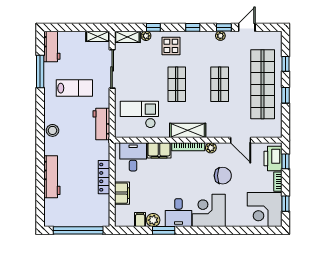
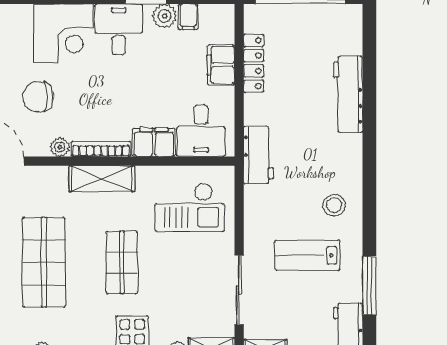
shop shelf: (220, 84) -> (44, 262), width x1.43, depth x1.36
workbench: (101, 124) -> (258, 155), moved
stool: (53, 130) -> (334, 205), moved
locker: (104, 177) -> (254, 63), moved

